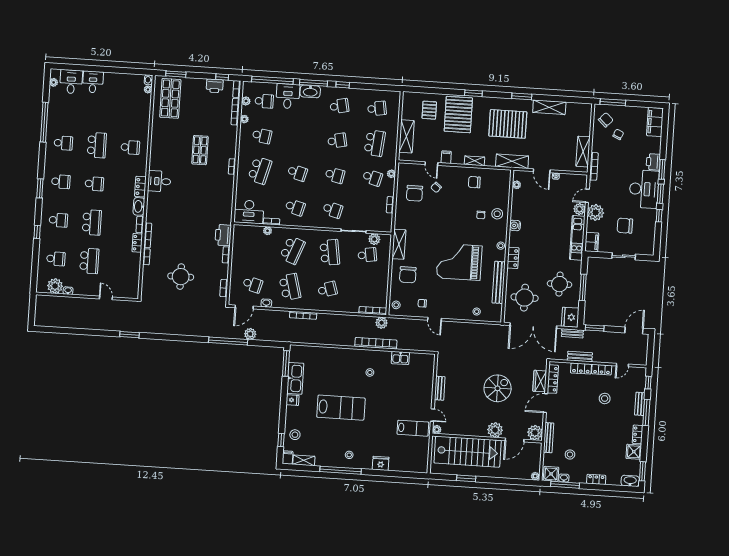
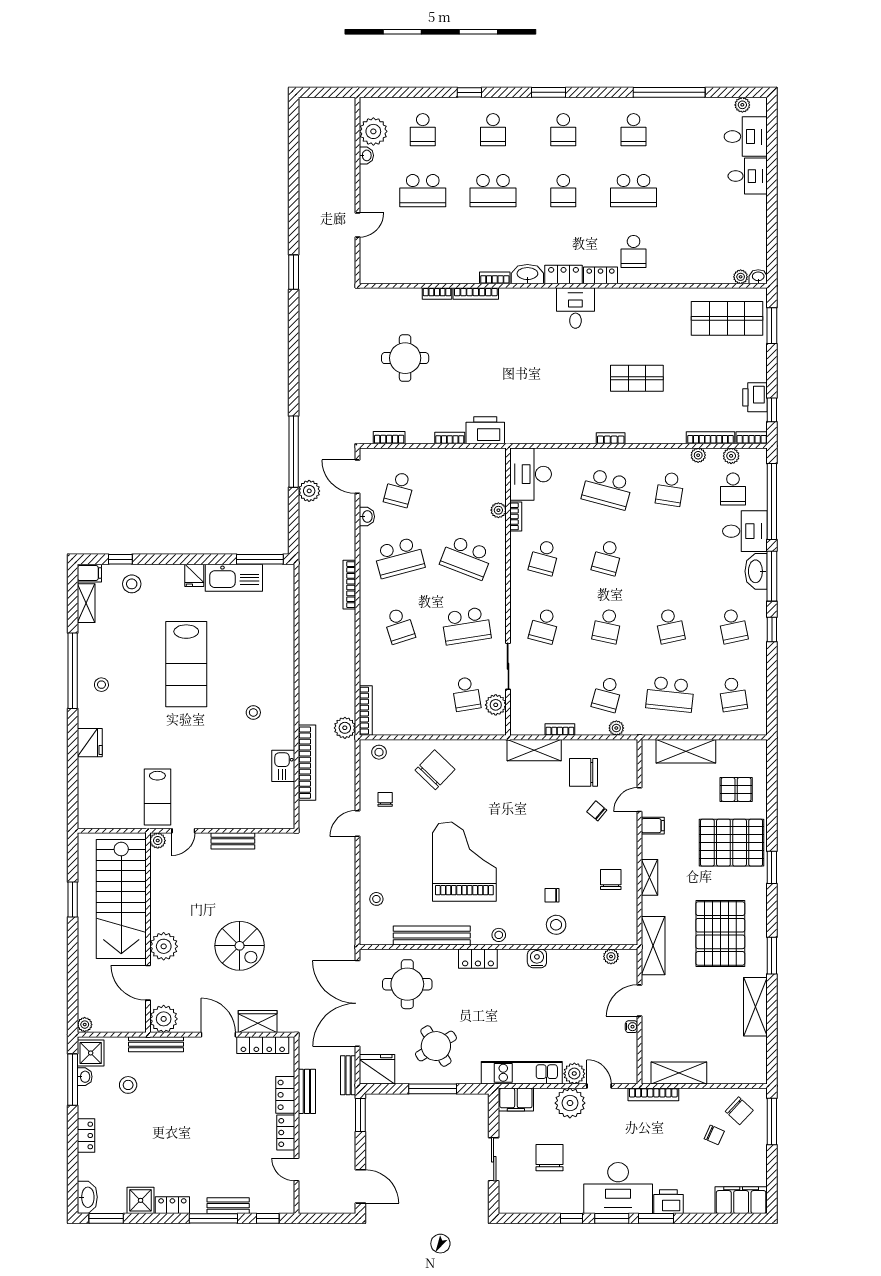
locker: (137, 243) -> (600, 275), moved
shelving: (399, 244) -> (534, 750), moved
chair: (408, 275) -> (435, 770), turned 134
round table: (560, 284) -> (436, 1046), turned -32
bookcase: (376, 343) -> (307, 763), moved
stool: (605, 398) -> (234, 1141), removed

